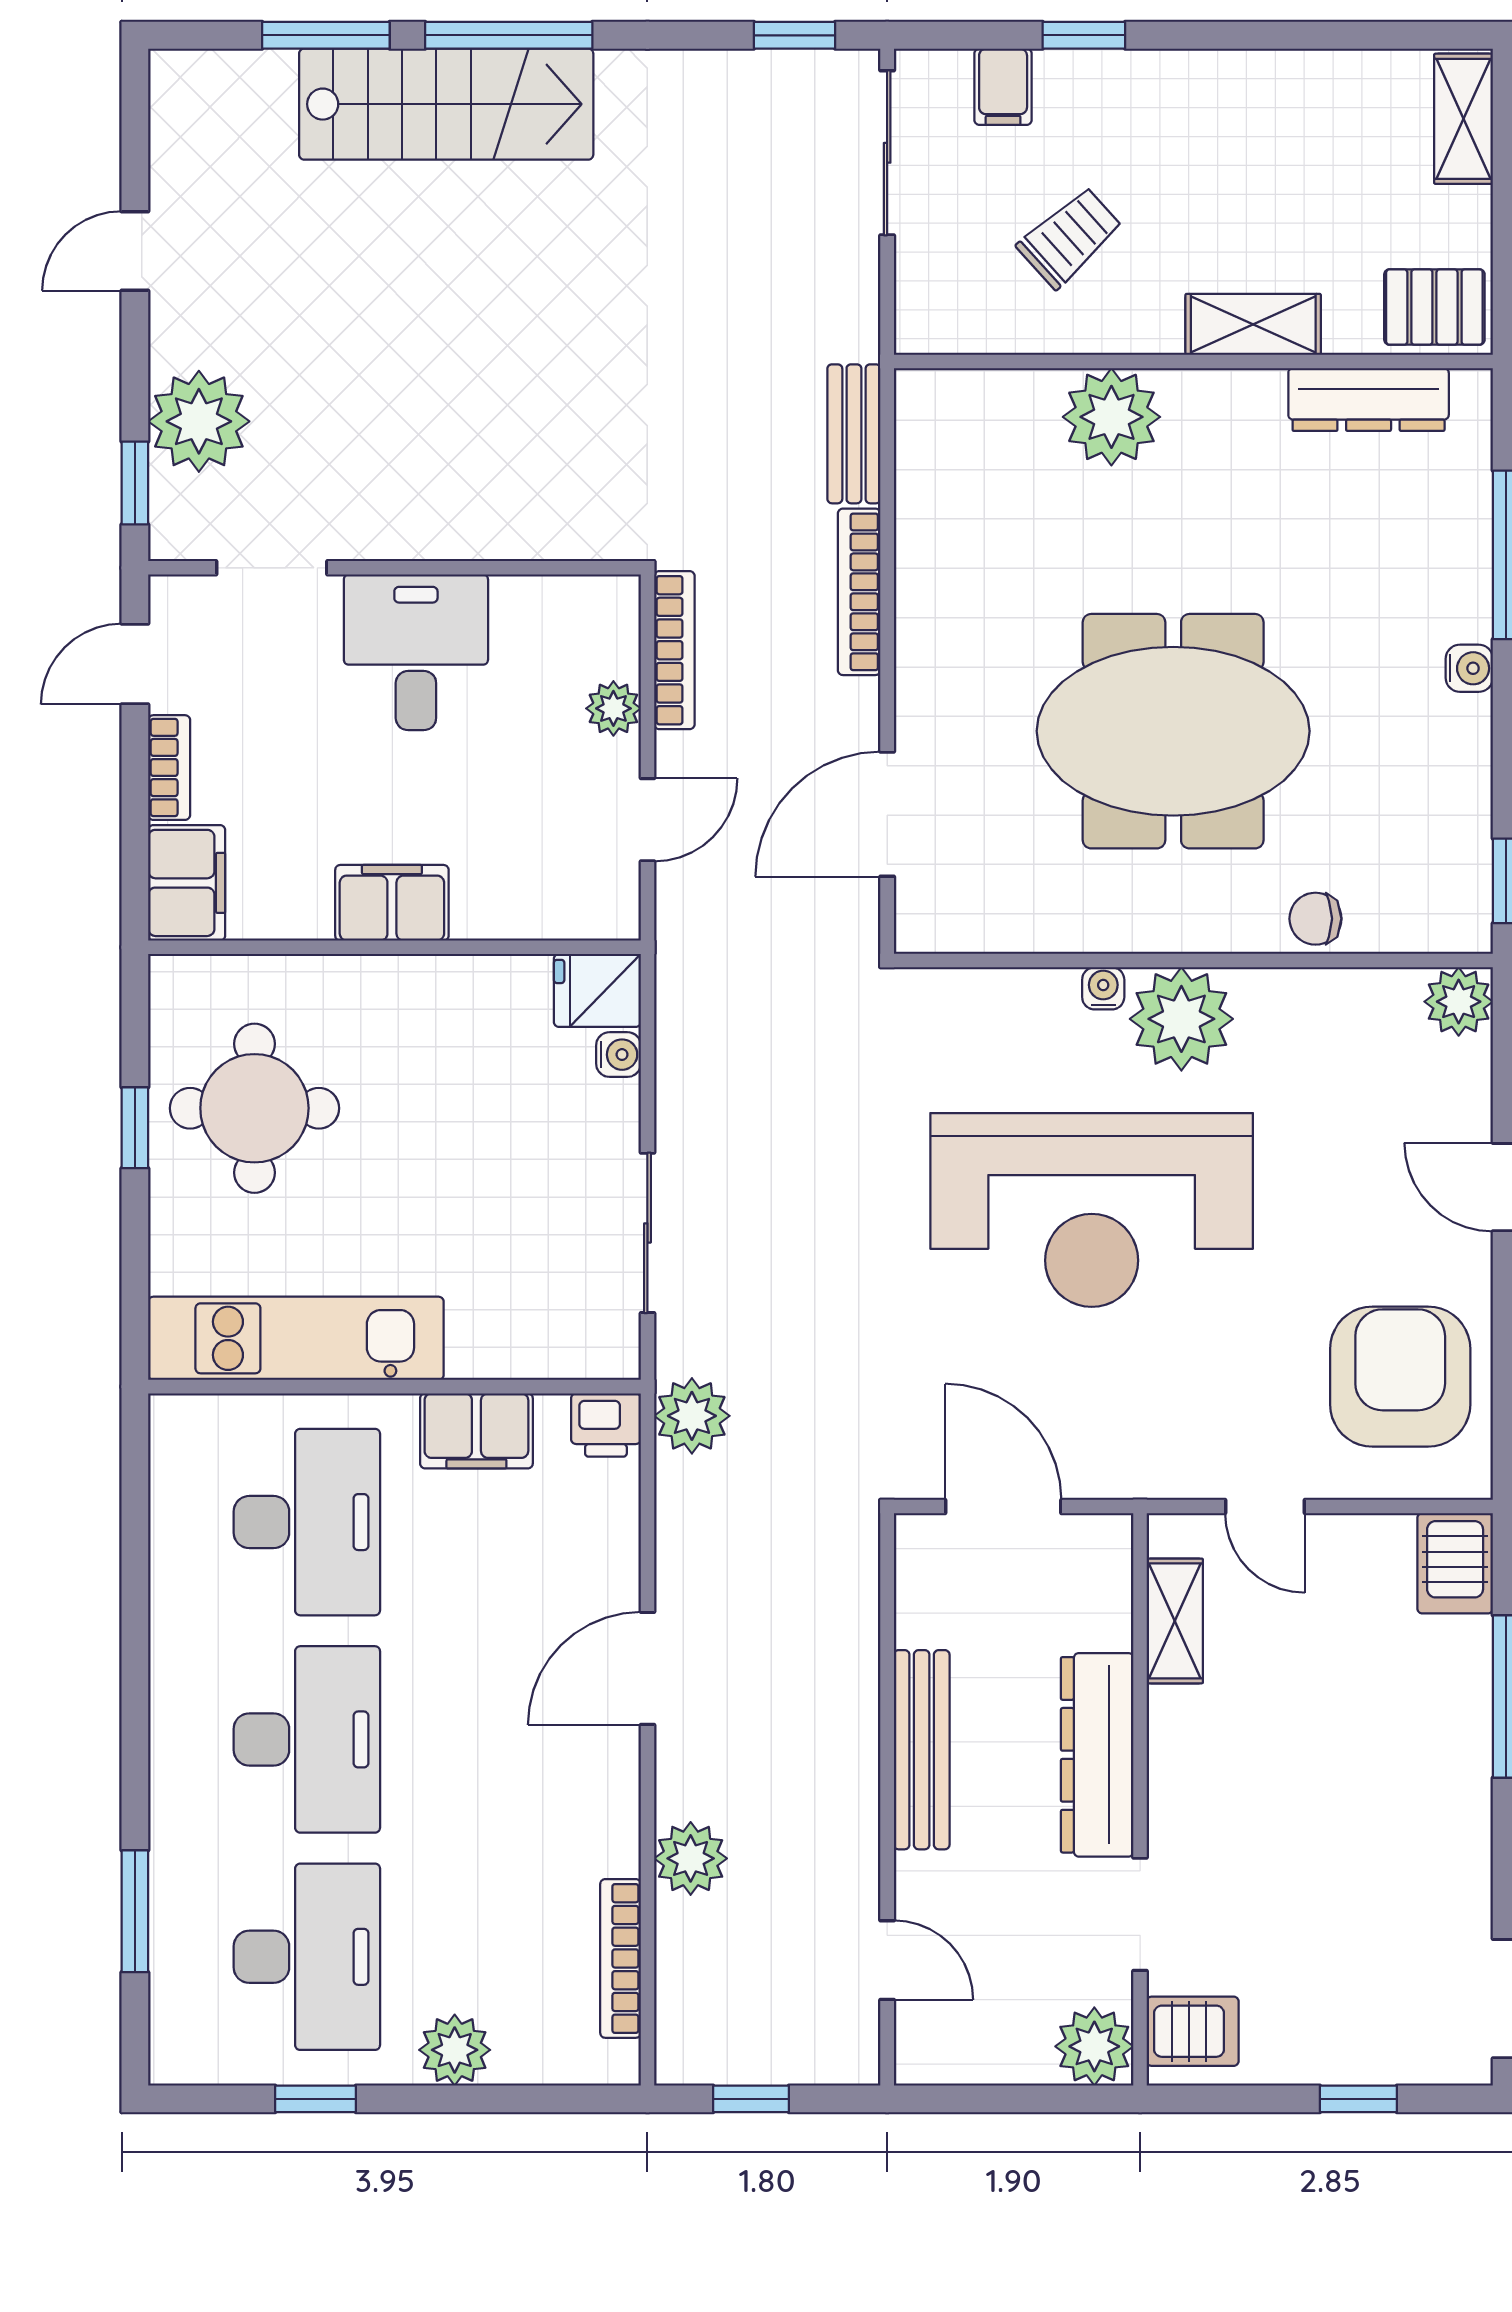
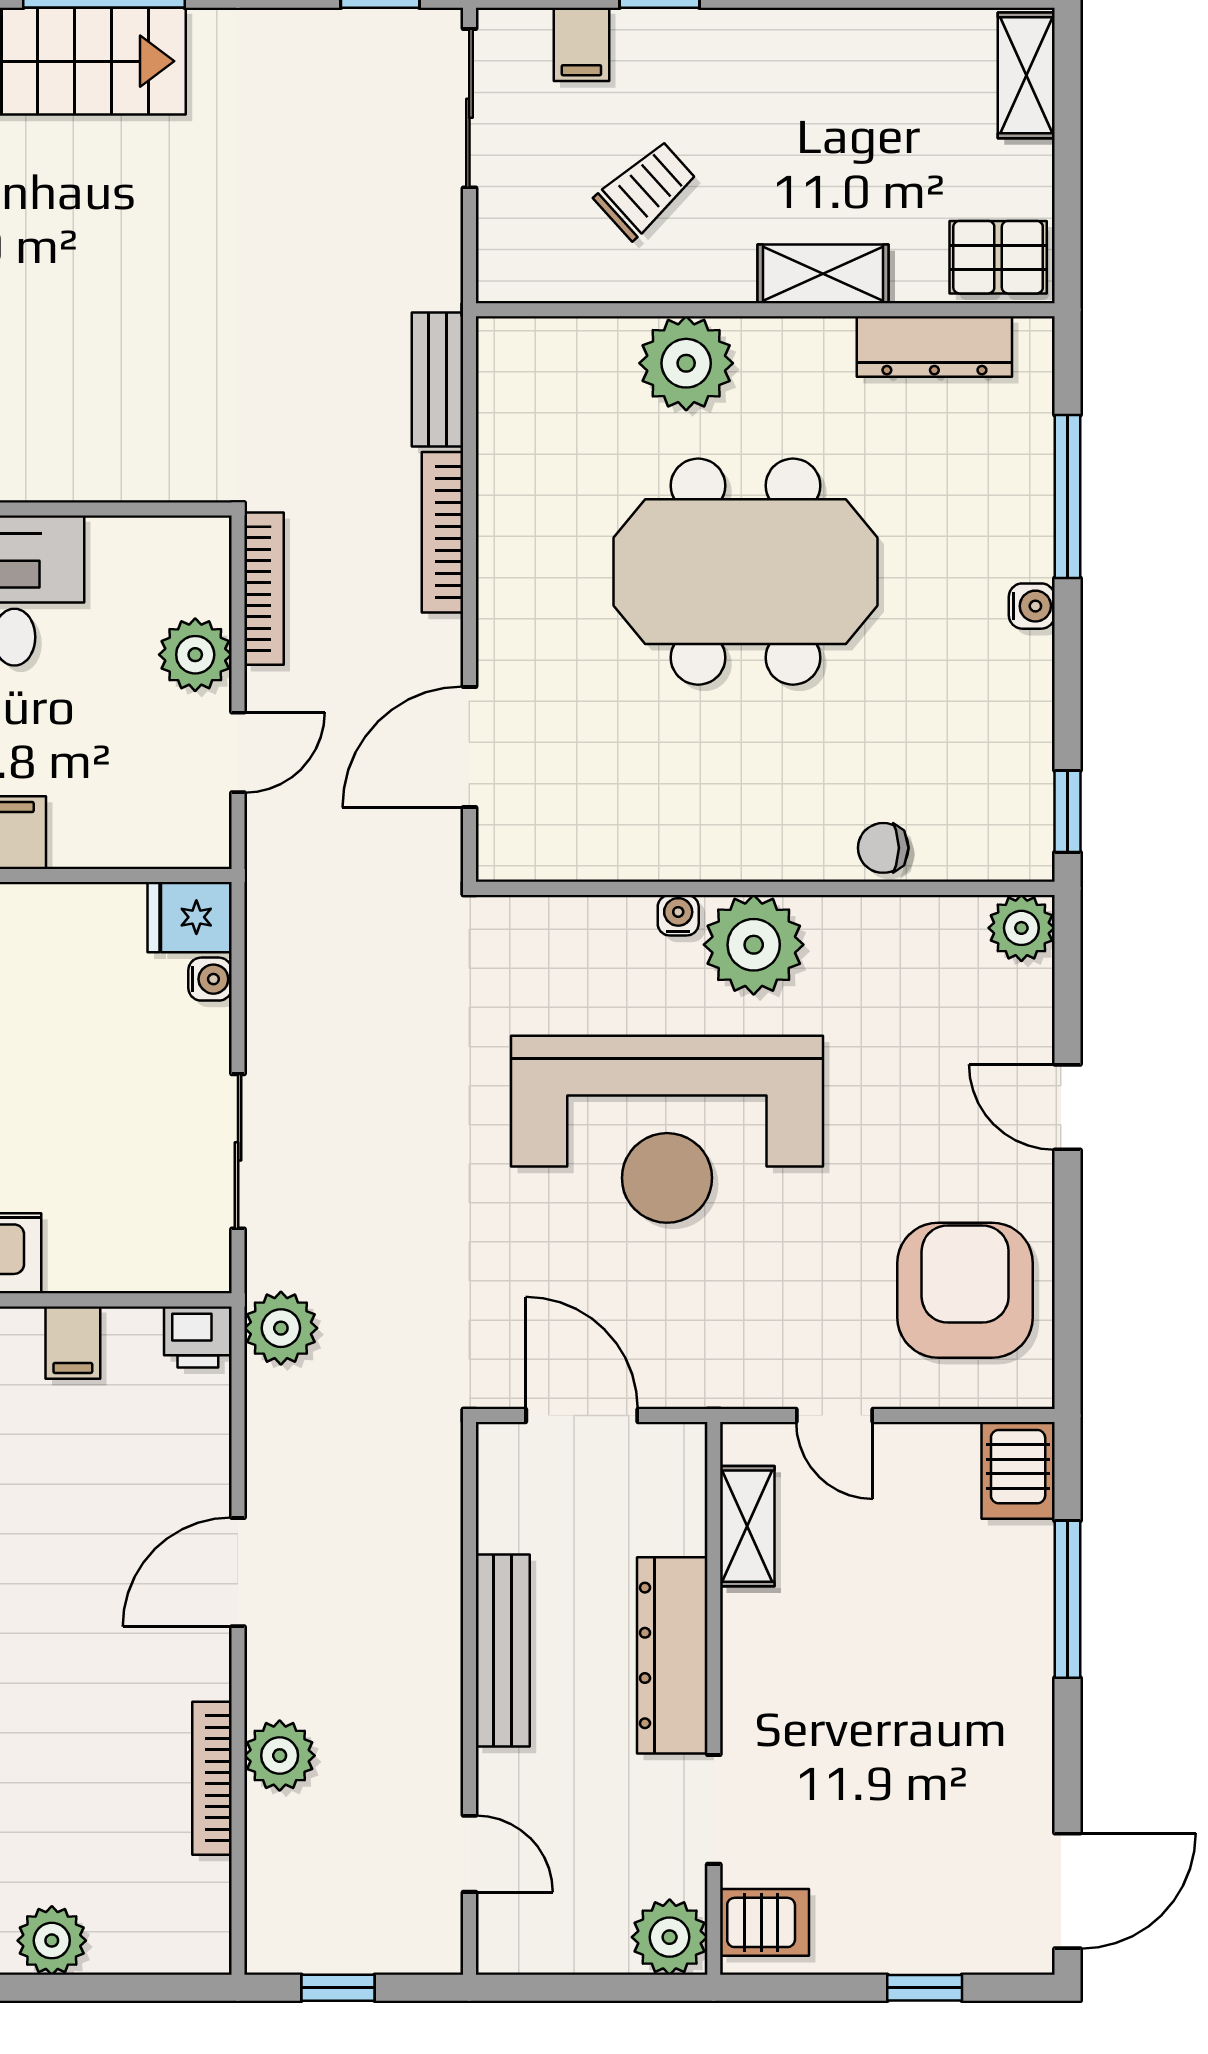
plant: (613, 708) -> (195, 655), width x1.38, depth x1.38
meeting table: (1173, 731) -> (745, 572), moved
filing cabinet: (476, 1431) -> (73, 1343), width x0.50
bookcase: (621, 1958) -> (212, 1778), moved

